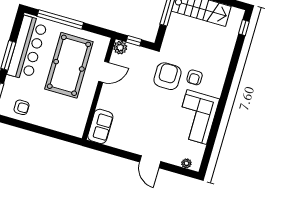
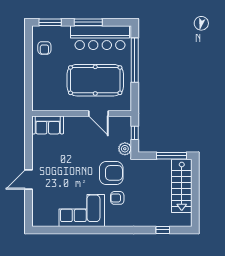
window: (244, 28) -> (163, 230), moved
plant: (120, 48) -> (125, 149), moved
plant: (186, 163) -> (37, 213), removed

